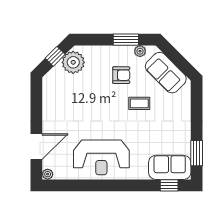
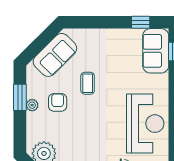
plant: (140, 51) -> (32, 105), moved
window: (197, 153) -> (141, 22), width x0.67

